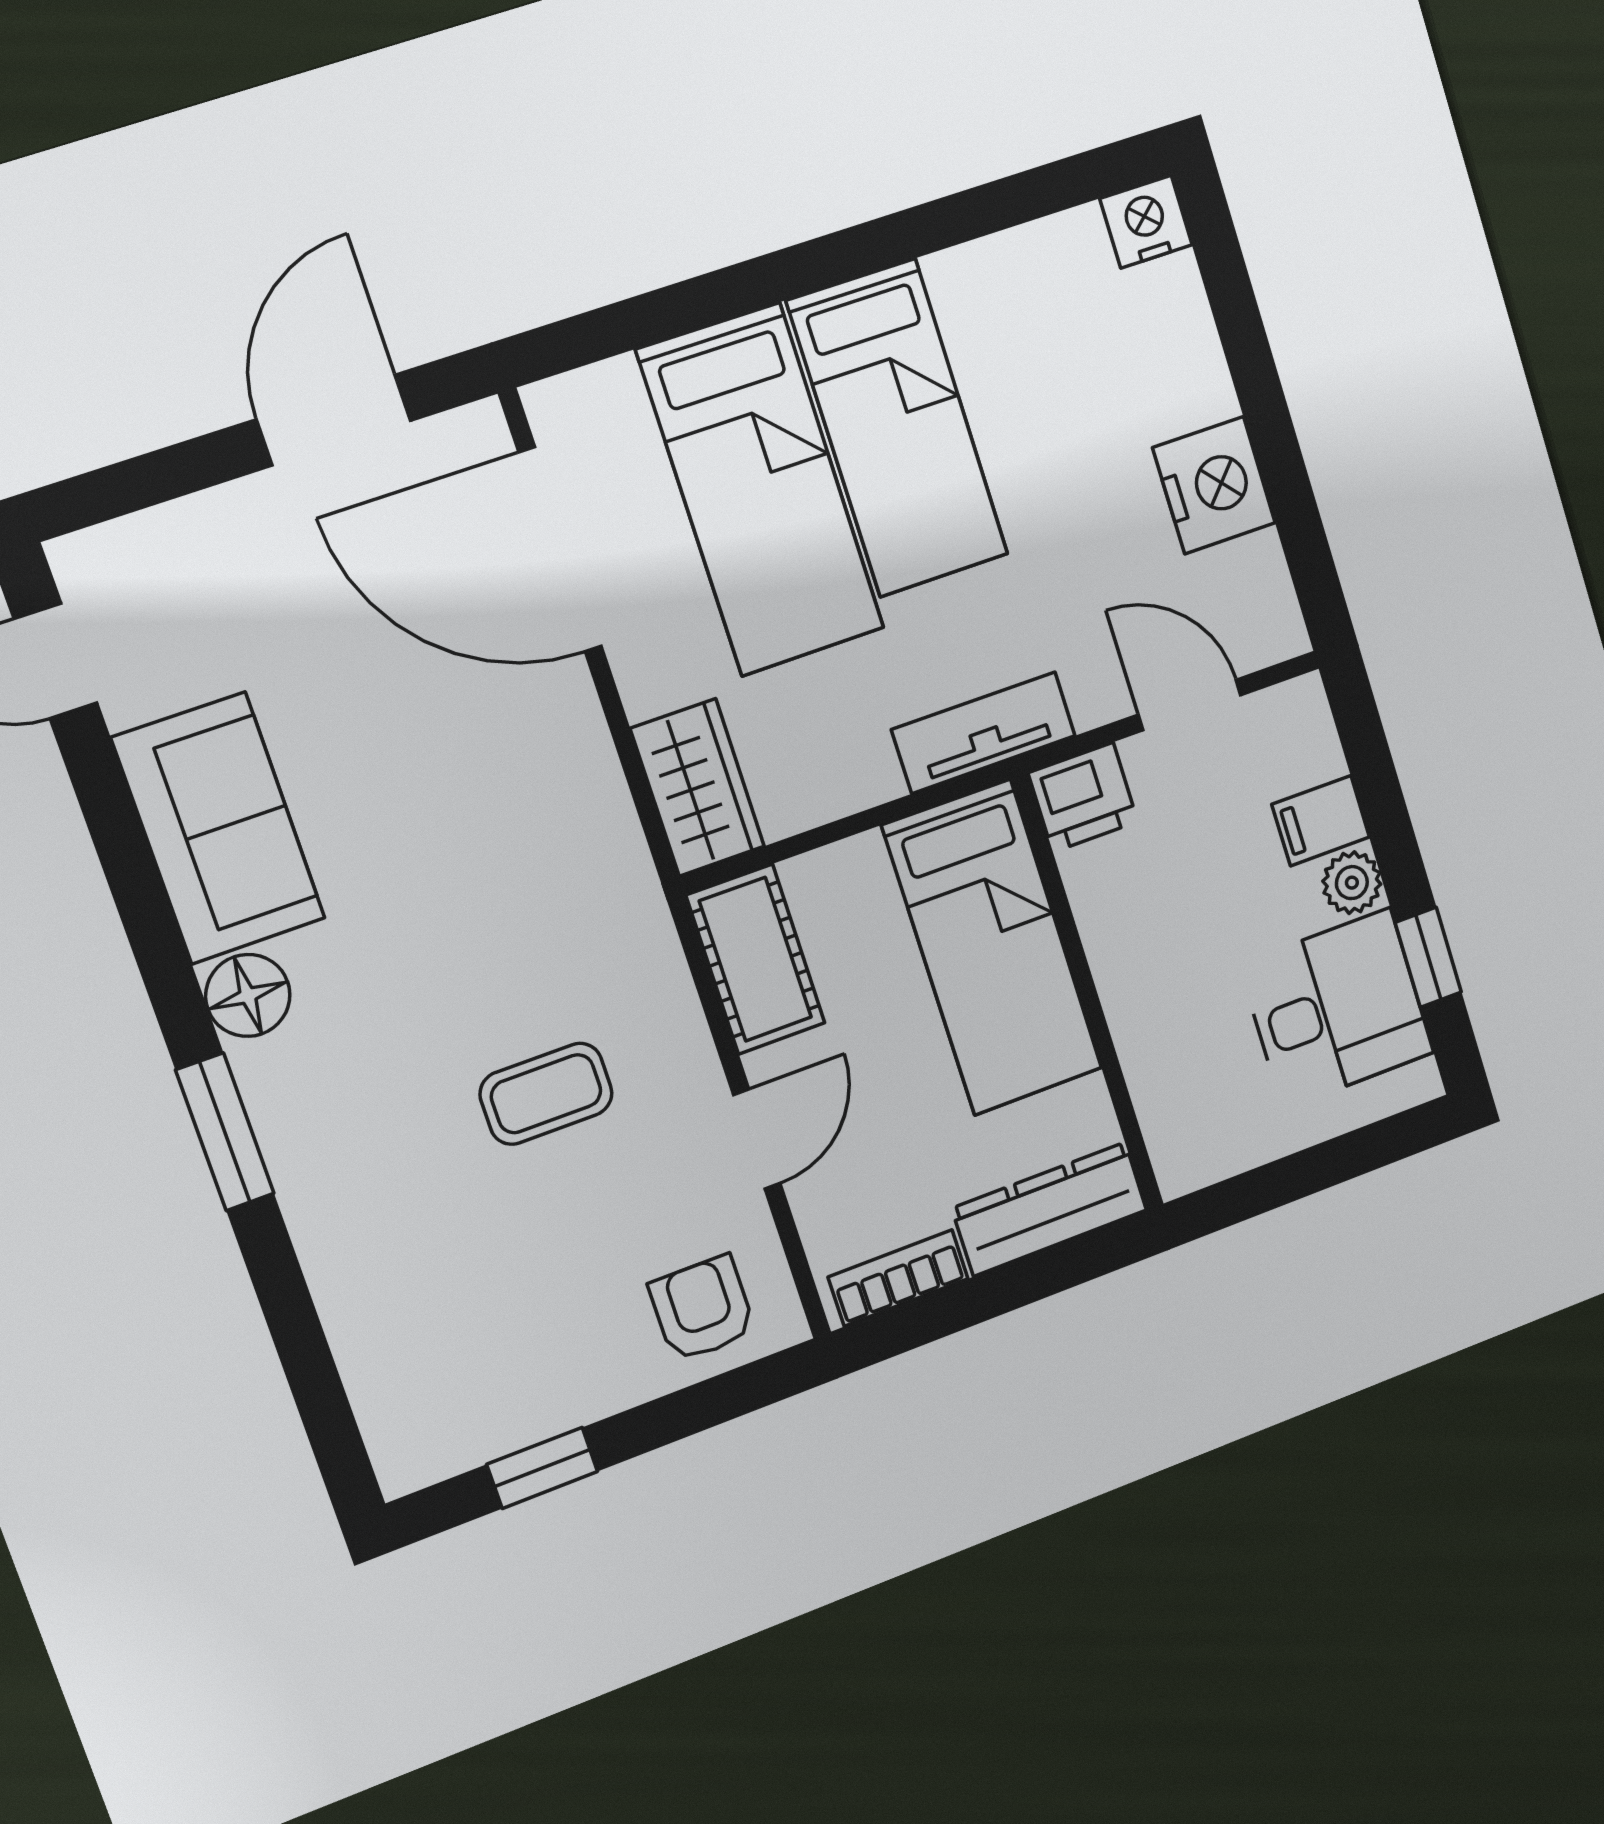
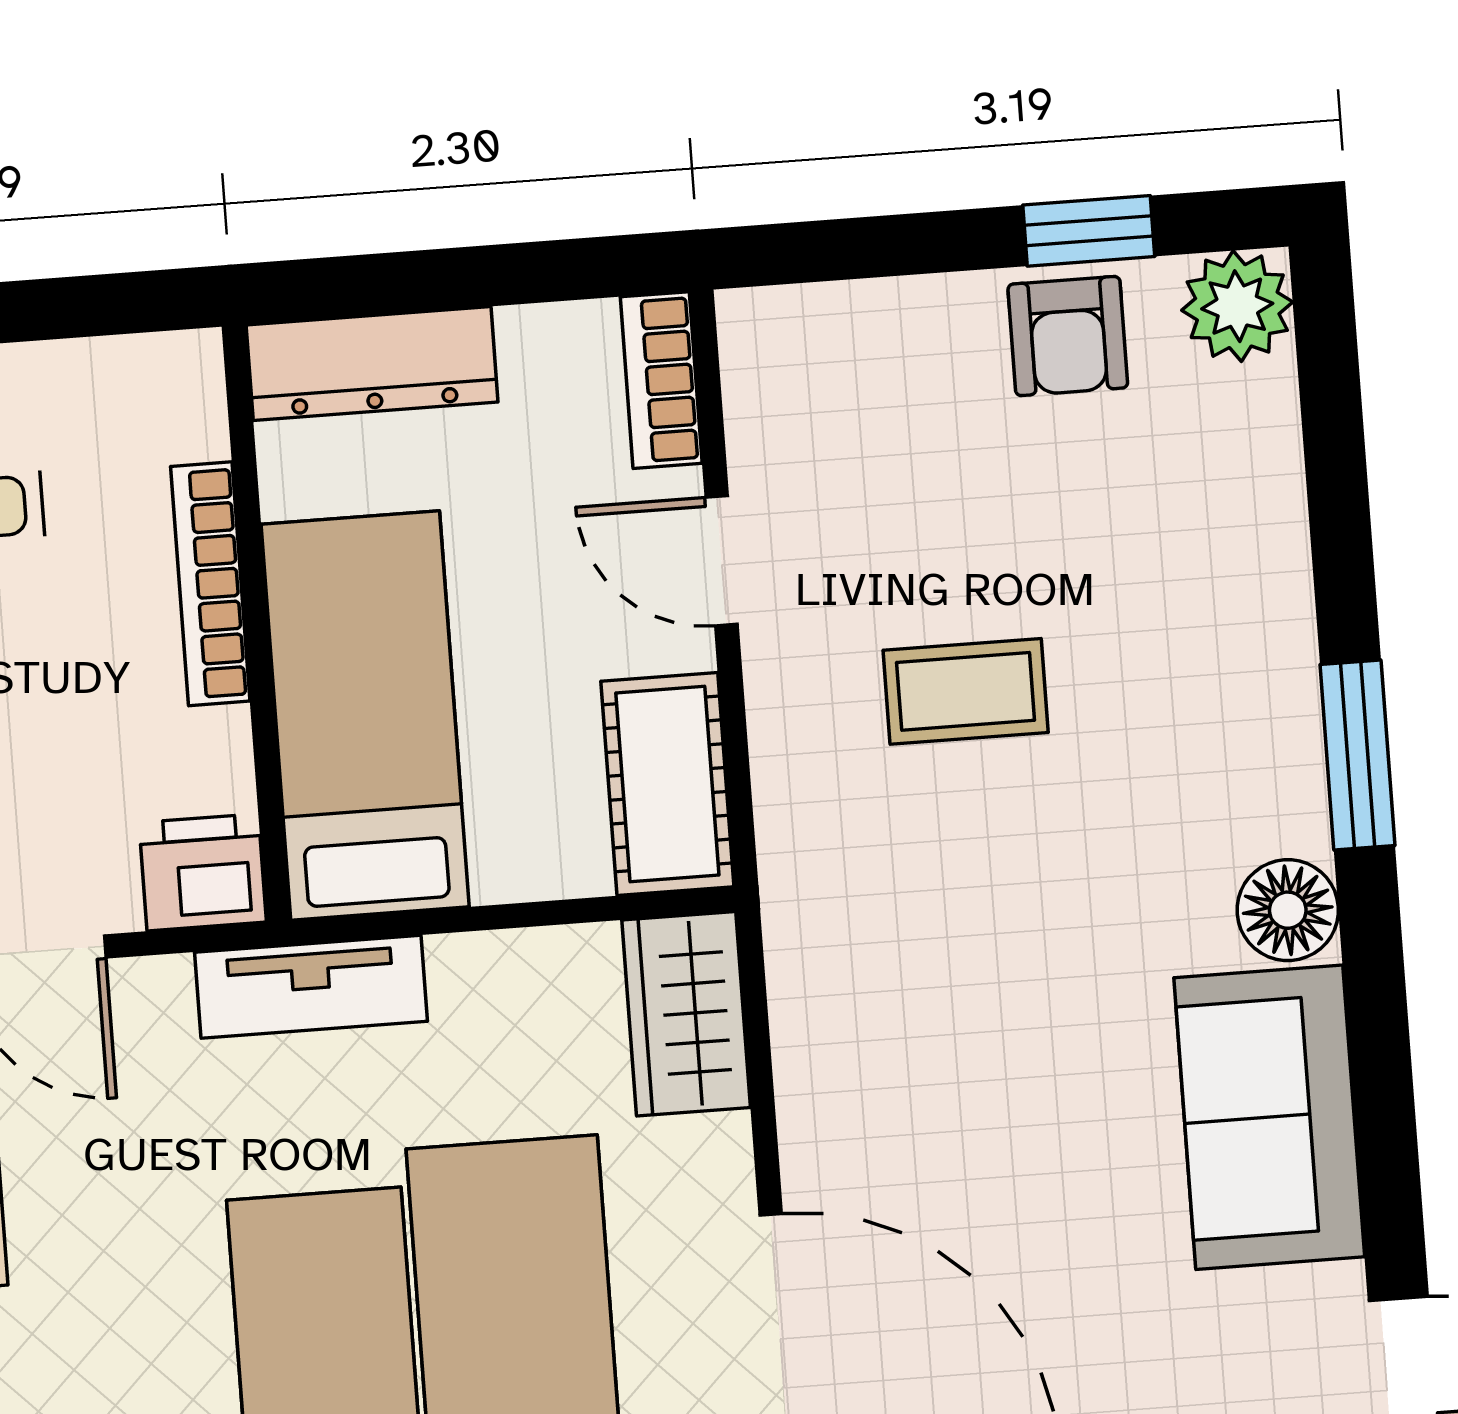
bookcase: (1128, 1013) -> (210, 584), added
door: (757, 1139) -> (722, 561), hinge flipped
bookcase: (898, 1278) -> (661, 380), moved, turned 90
armchair: (702, 1309) -> (1068, 336), moved
plant: (413, 1447) -> (1237, 306), added

